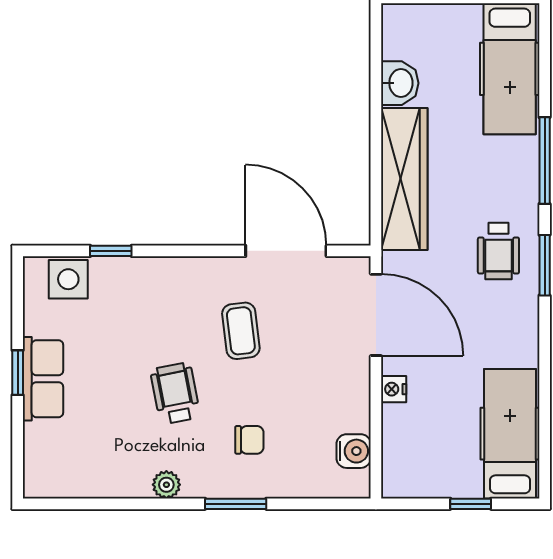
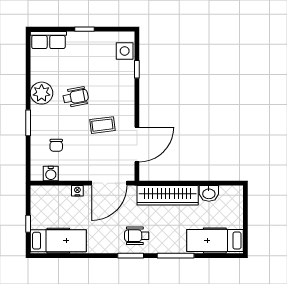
row of seats: (43, 379) -> (48, 40), moved
chair: (249, 440) -> (56, 145), moved
plant: (166, 485) -> (42, 93), width x1.88, depth x1.88

